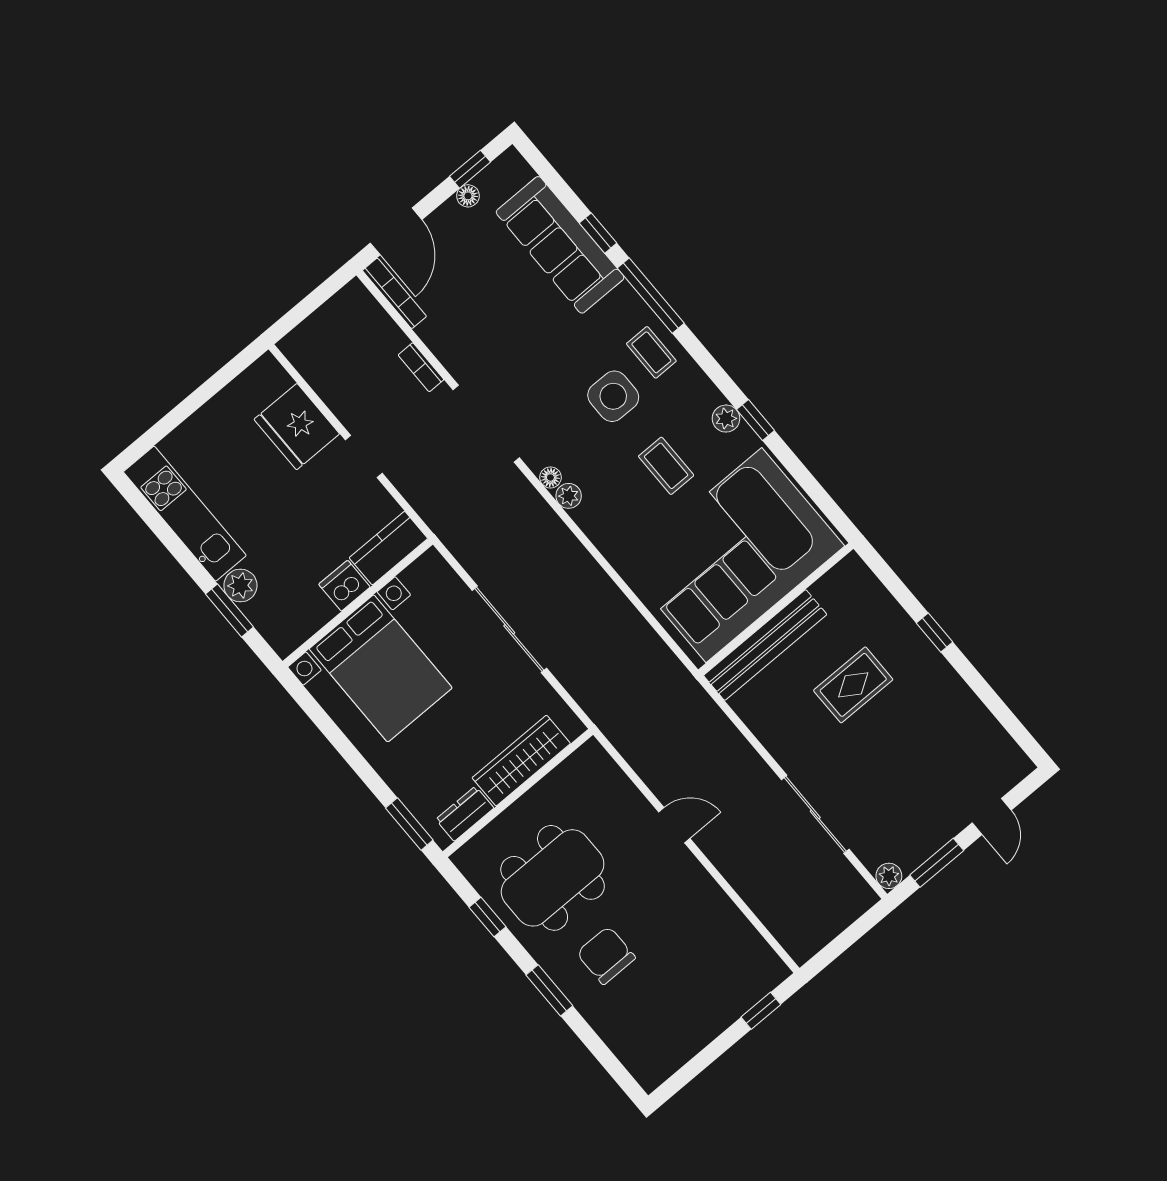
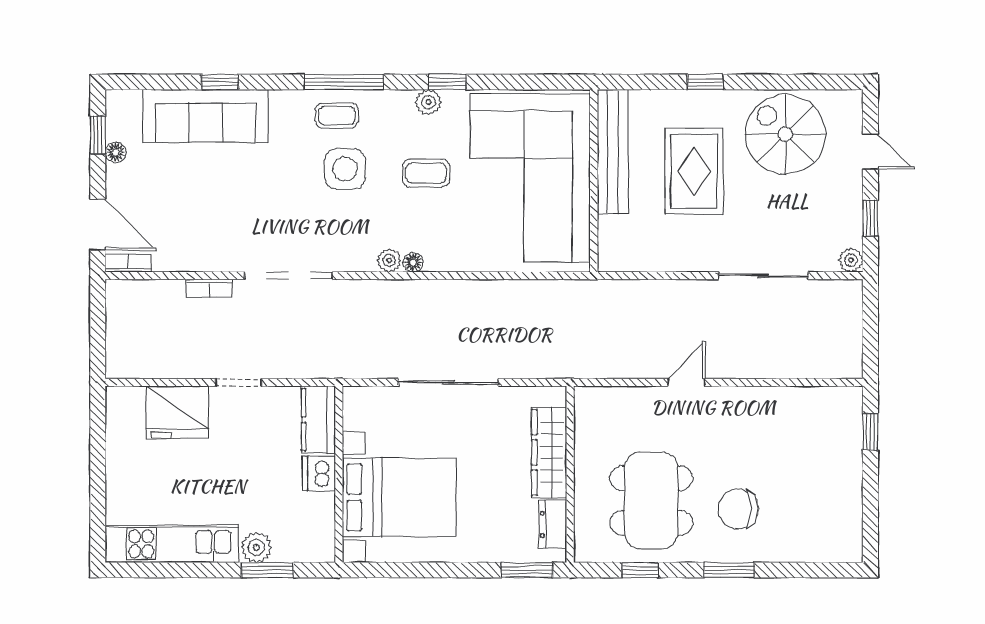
bookcase: (394, 293) -> (128, 263), width x0.64
window: (651, 296) -> (344, 82), moved
floor lamp: (550, 477) -> (413, 262), moved
bench: (765, 645) -> (613, 152), moved
rug: (853, 685) -> (694, 171), width x1.36, depth x1.43
spiral stairs: (947, 734) -> (785, 134), added
window: (937, 863) -> (870, 218), width x0.67

